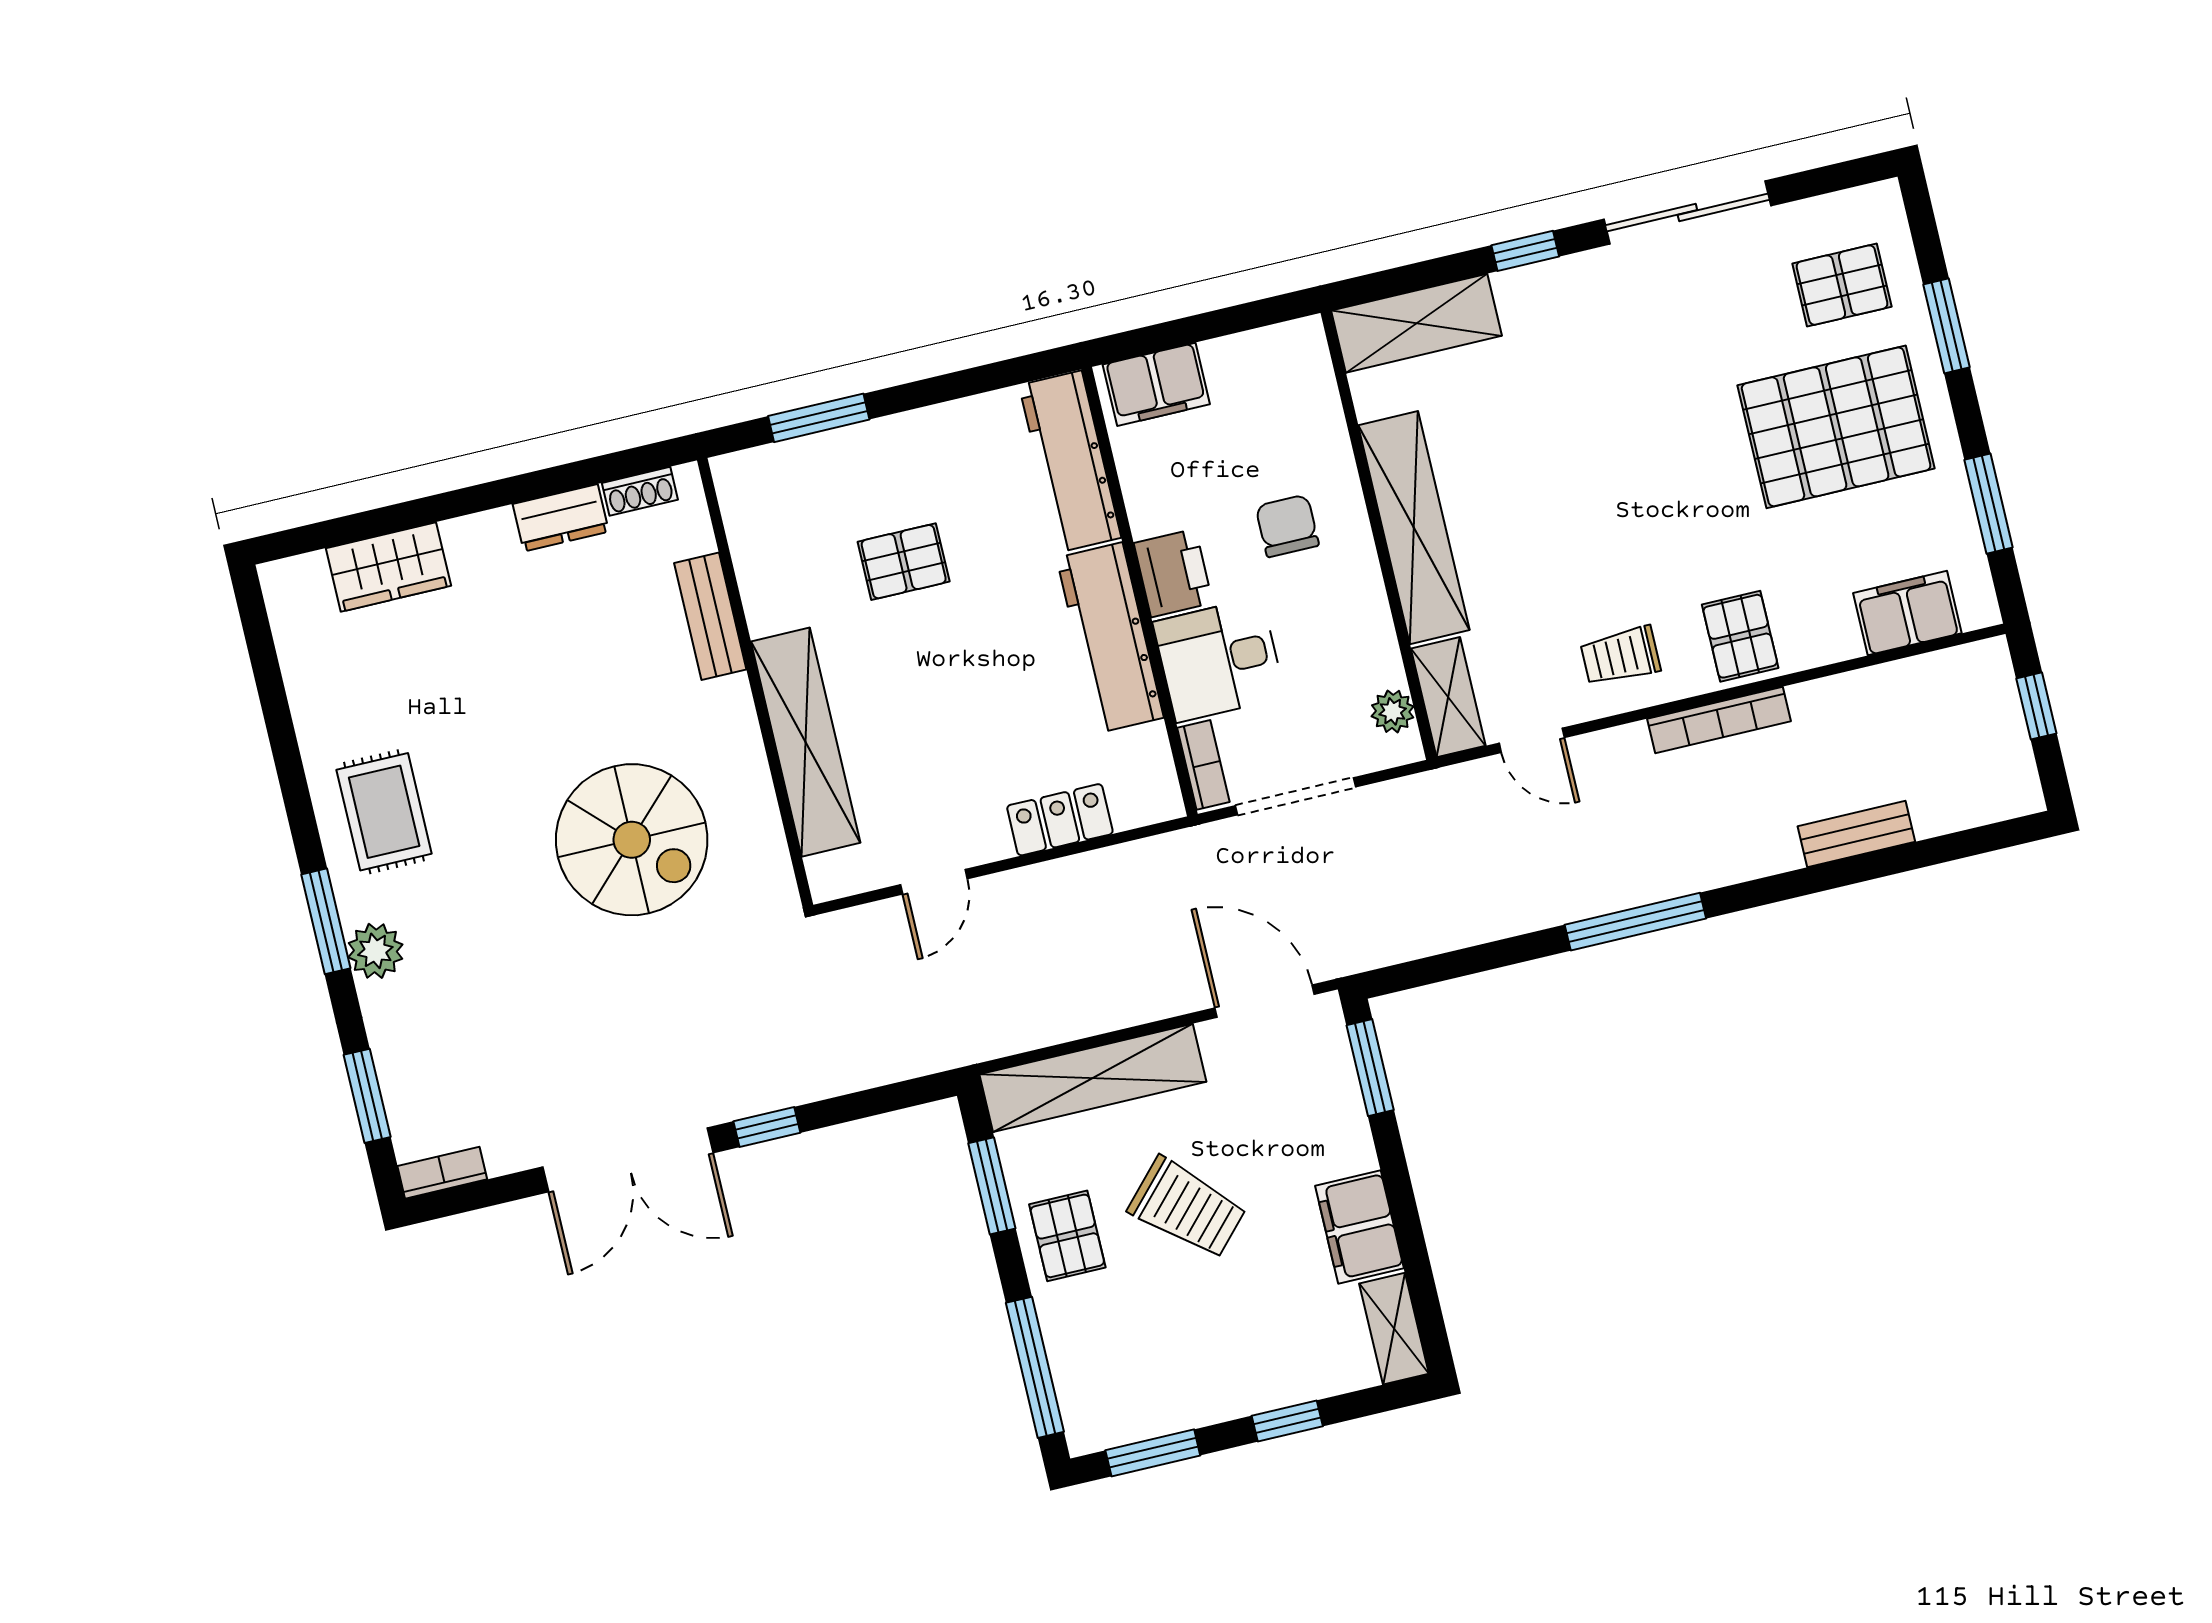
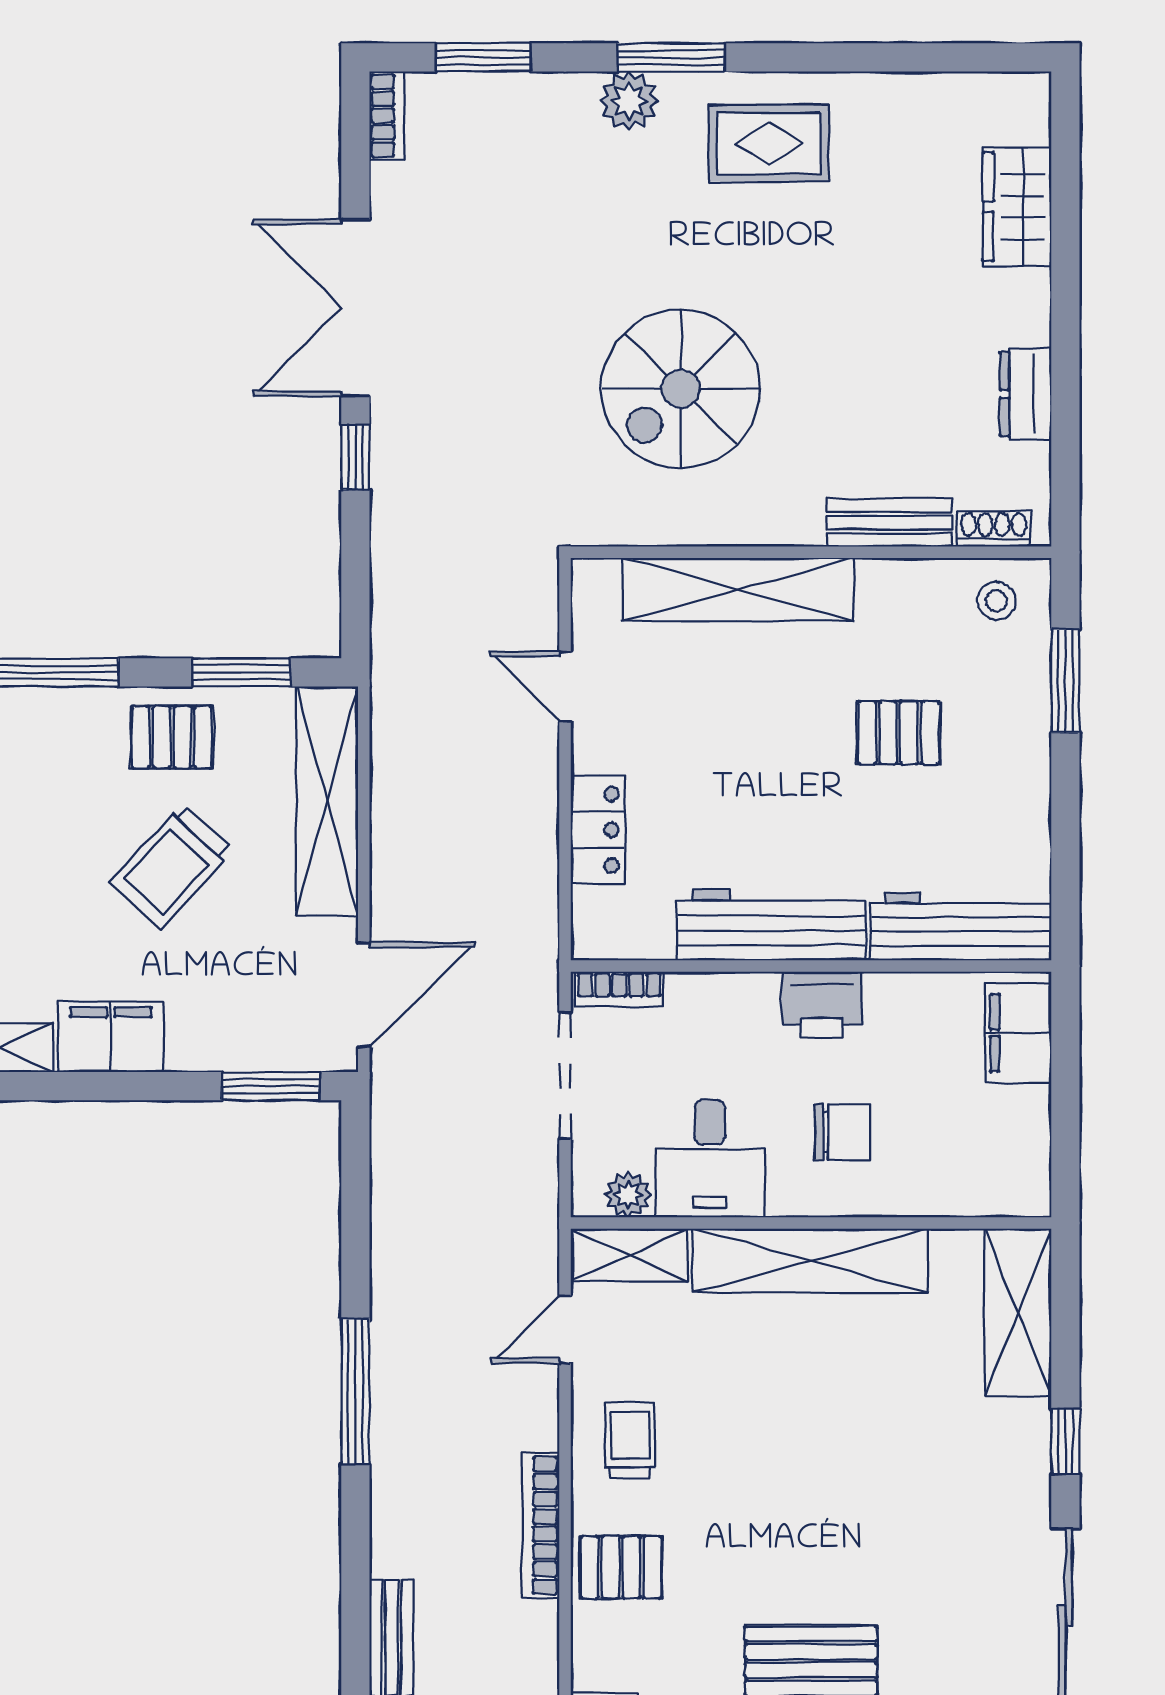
shoe rack: (640, 491) -> (994, 529), moved, turned 90
stool: (759, 500) -> (996, 601), added
pallet: (904, 562) -> (898, 733), turned 90
desk: (1219, 660) -> (710, 1159), moved, turned 180

